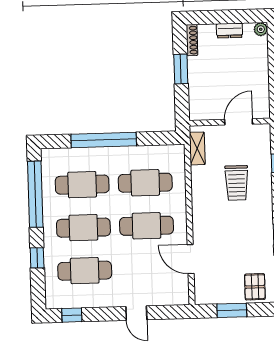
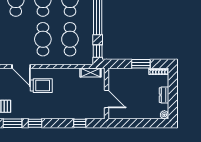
window: (163, 138) -> (98, 51), added
trolley: (237, 183) -> (41, 86), moved, turned 180
door: (191, 259) -> (21, 66), swing flipped

